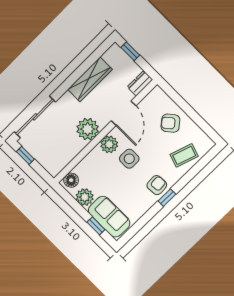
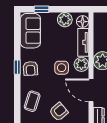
tv unit: (88, 162) -> (83, 42), added
sofa: (109, 217) -> (30, 31), moved, turned -90

